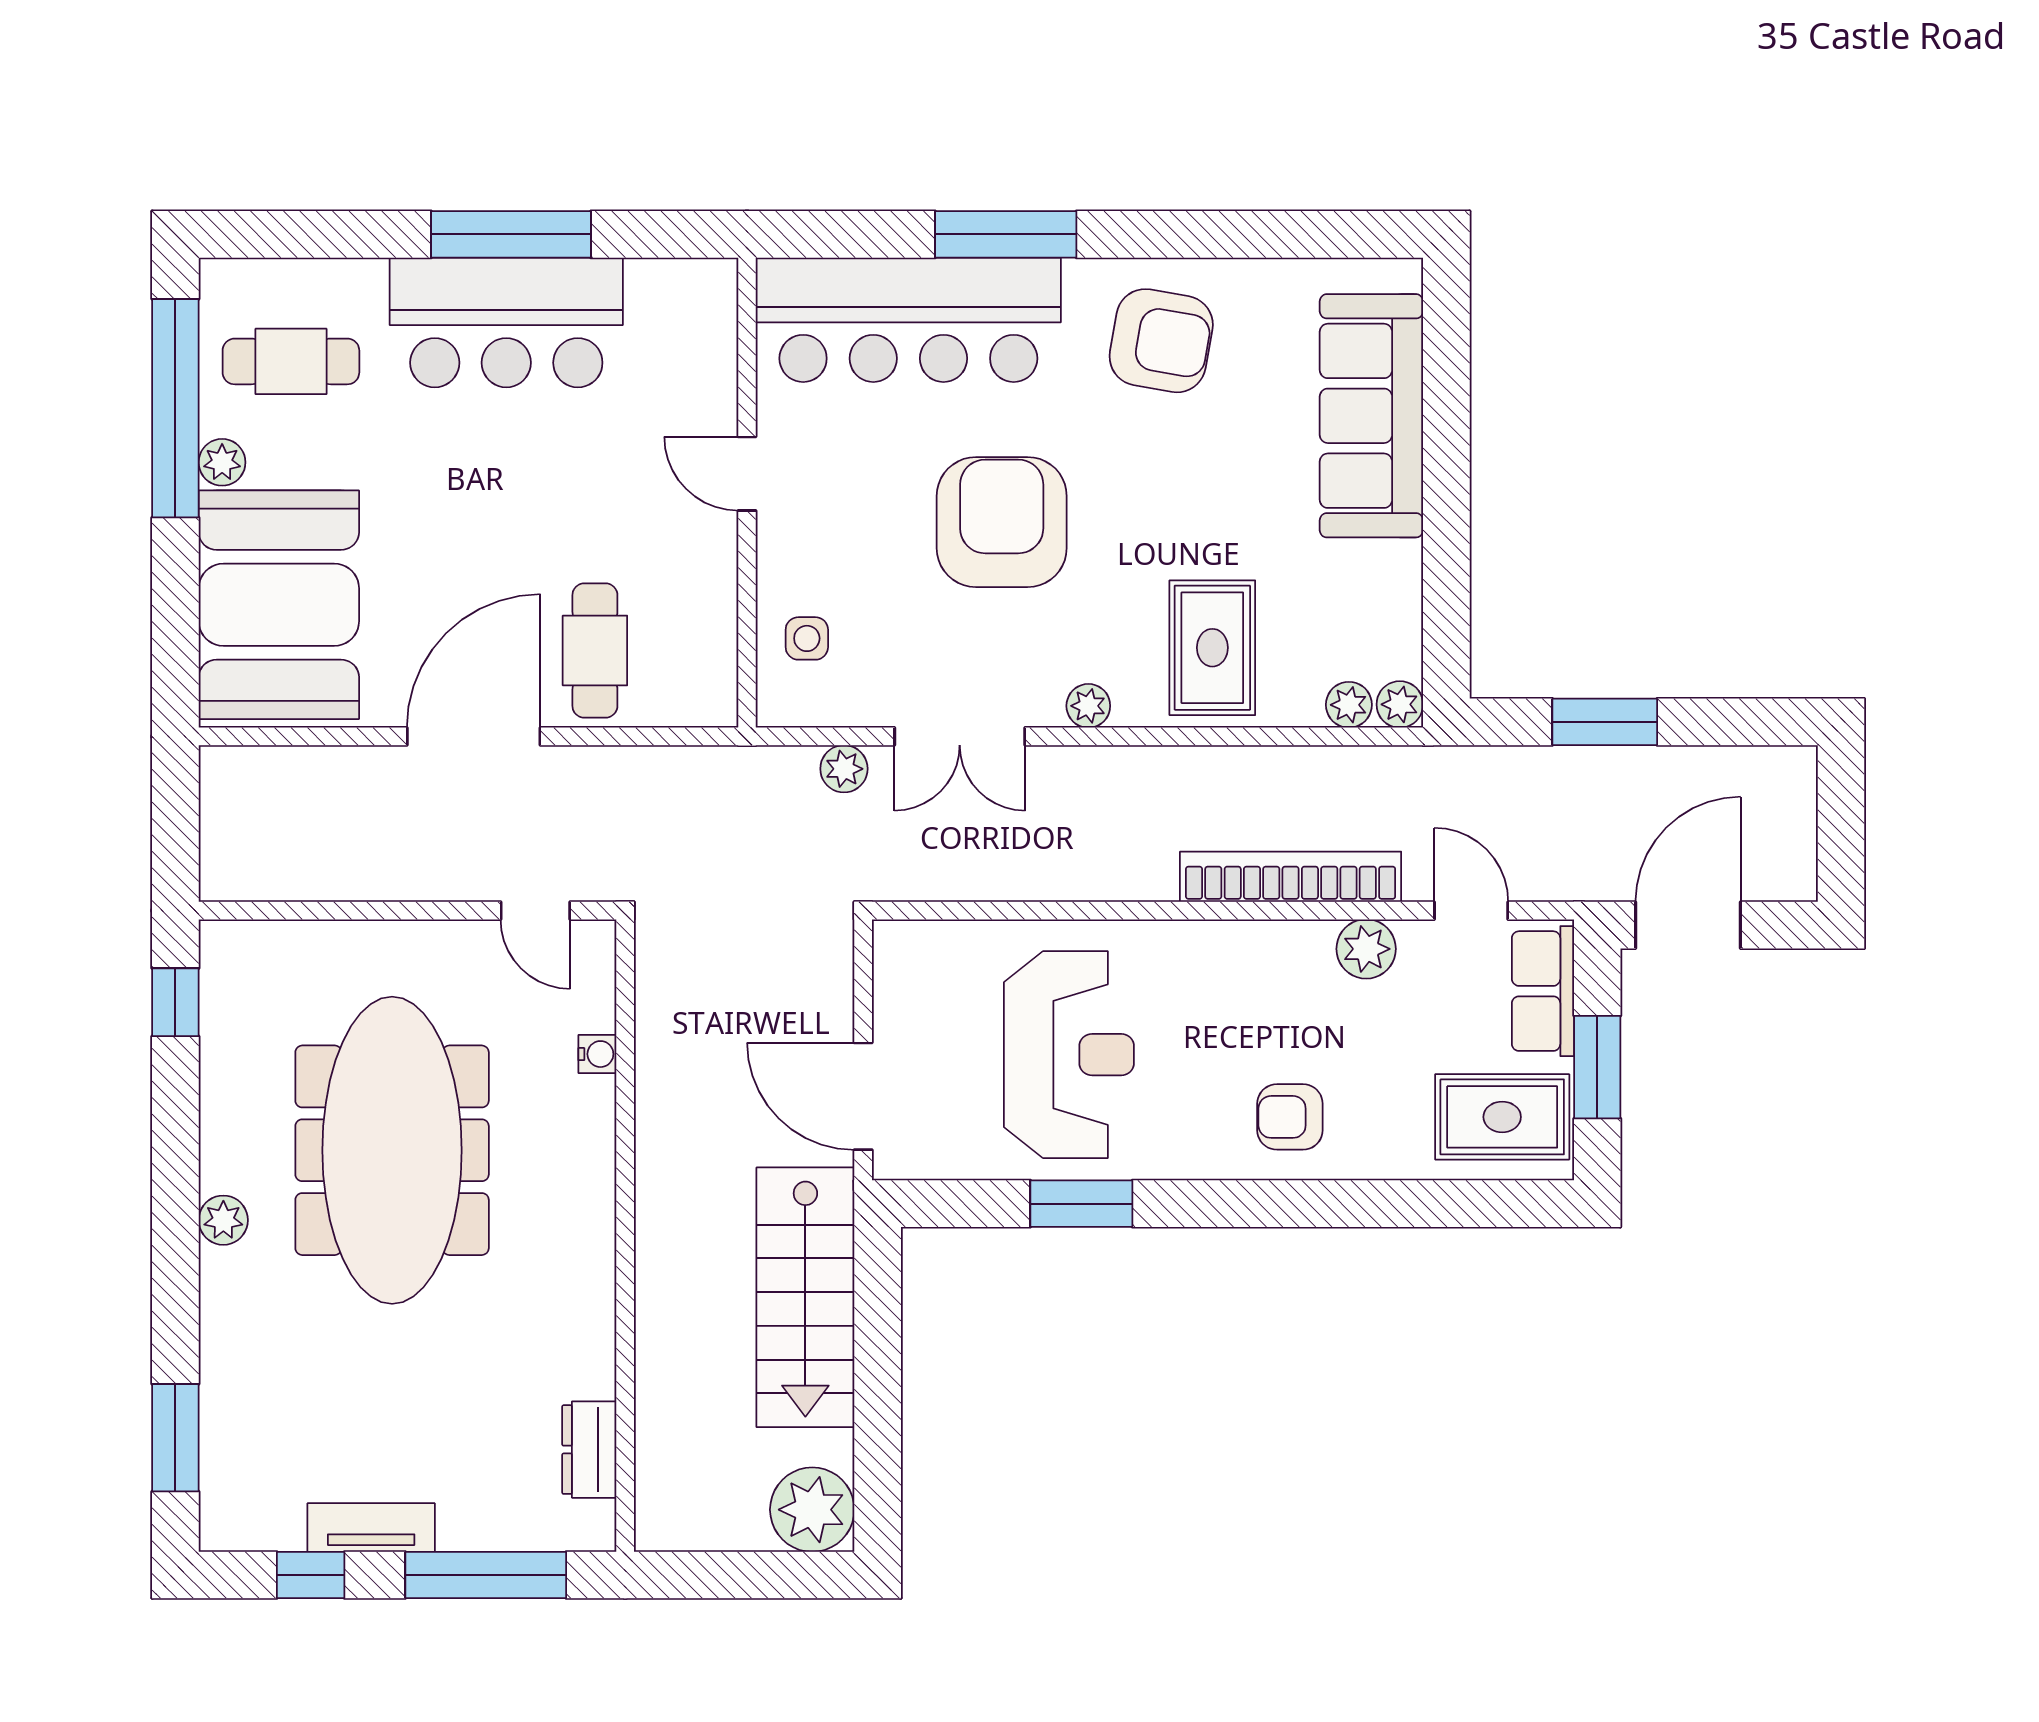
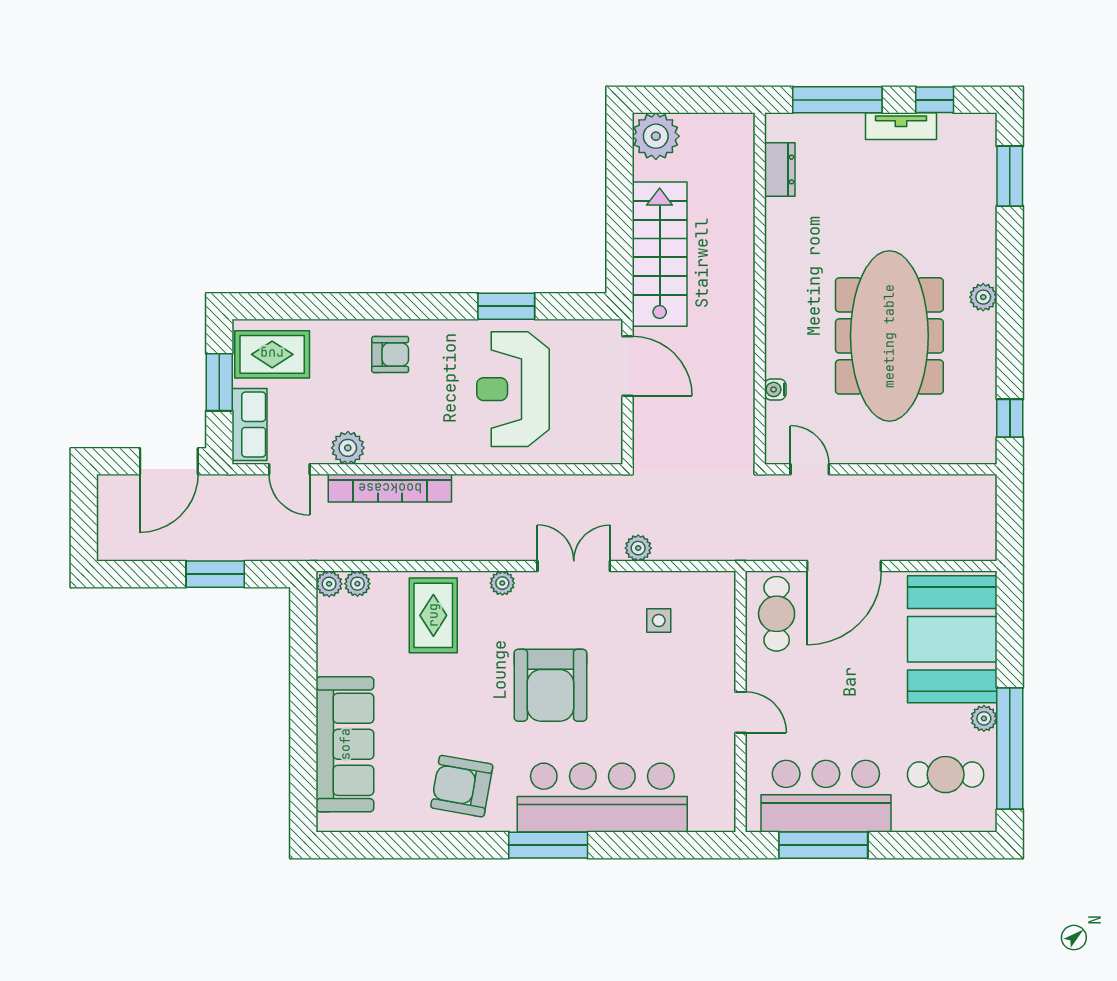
door: (747, 474) -> (740, 712), moved
wall: (747, 493) -> (740, 702), moved

